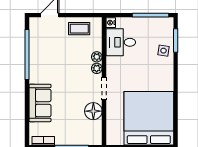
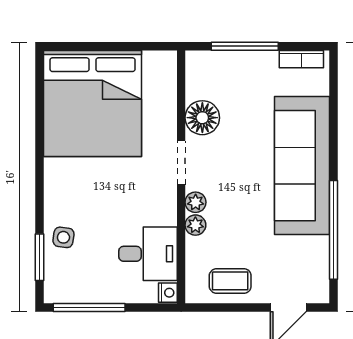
sofa: (40, 103) -> (302, 166), width x1.85, depth x1.27

